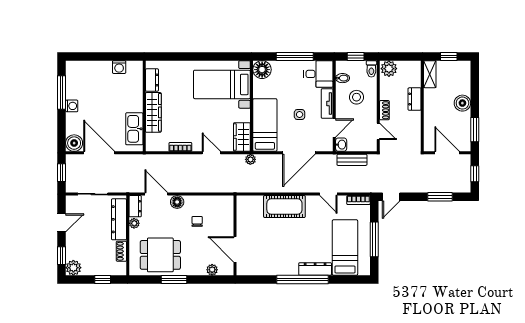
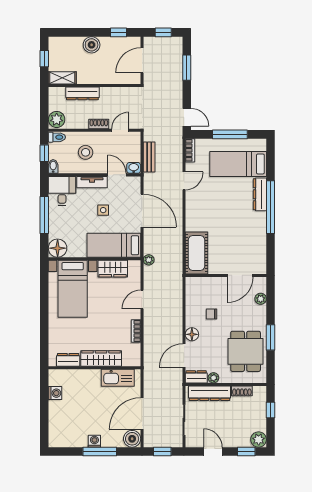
bidet: (343, 78) -> (53, 166), moved
window: (62, 92) -> (100, 451), moved
dresser: (415, 99) -> (82, 93), width x1.44
window: (475, 130) -> (119, 32), width x0.67
wardrobe: (242, 137) -> (113, 269), moved
cot: (284, 207) -> (197, 253), moved

